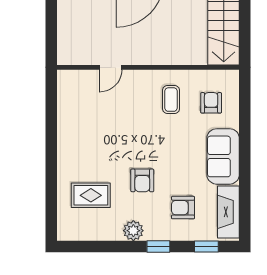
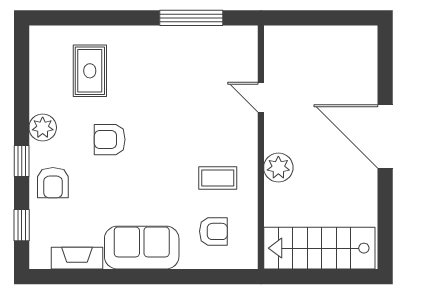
plant: (163, 54) -> (278, 168), added
window: (51, 119) -> (191, 18), added
armchair: (183, 208) -> (53, 183), moved, turned 180
fireplace: (228, 212) -> (77, 258), width x0.73, depth x0.76

